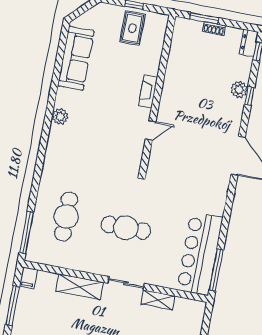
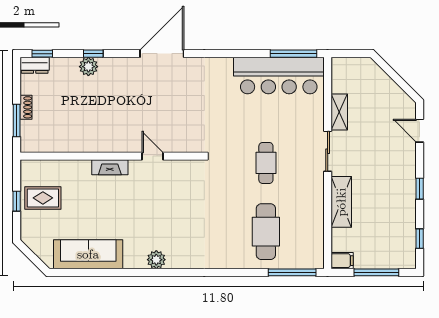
cafe table: (66, 216) -> (266, 232), turned 90
cafe table: (126, 228) -> (266, 163), width x0.73, depth x0.74

